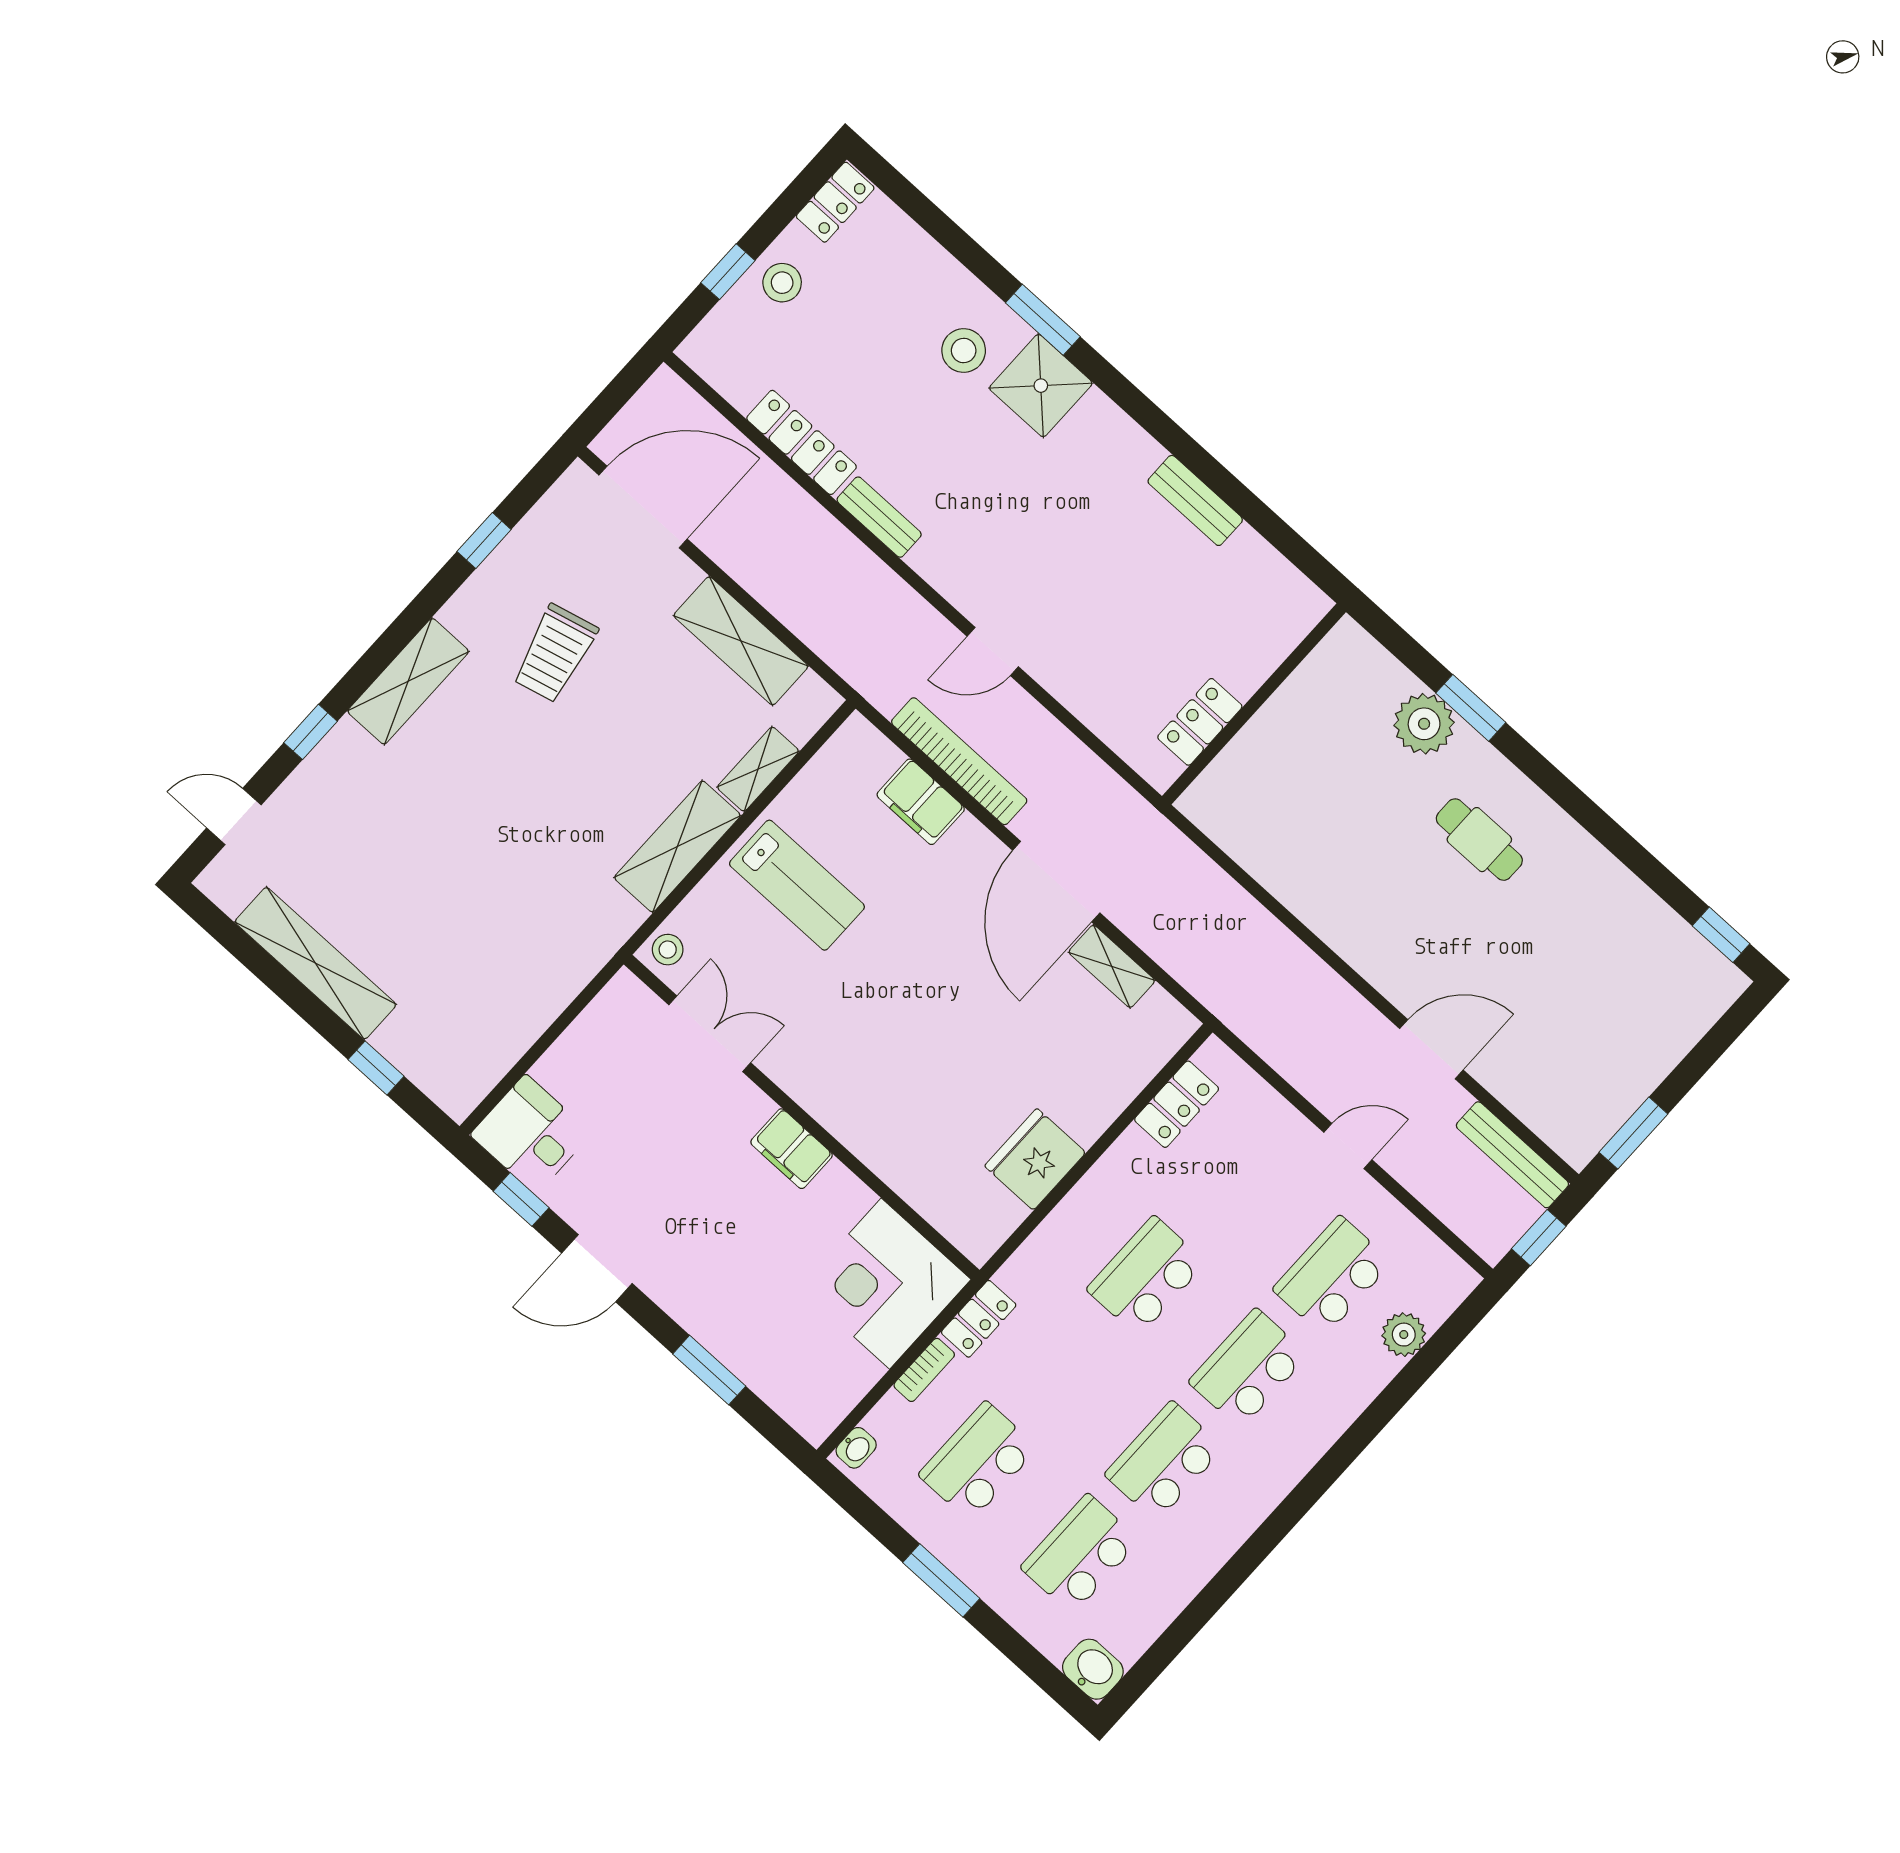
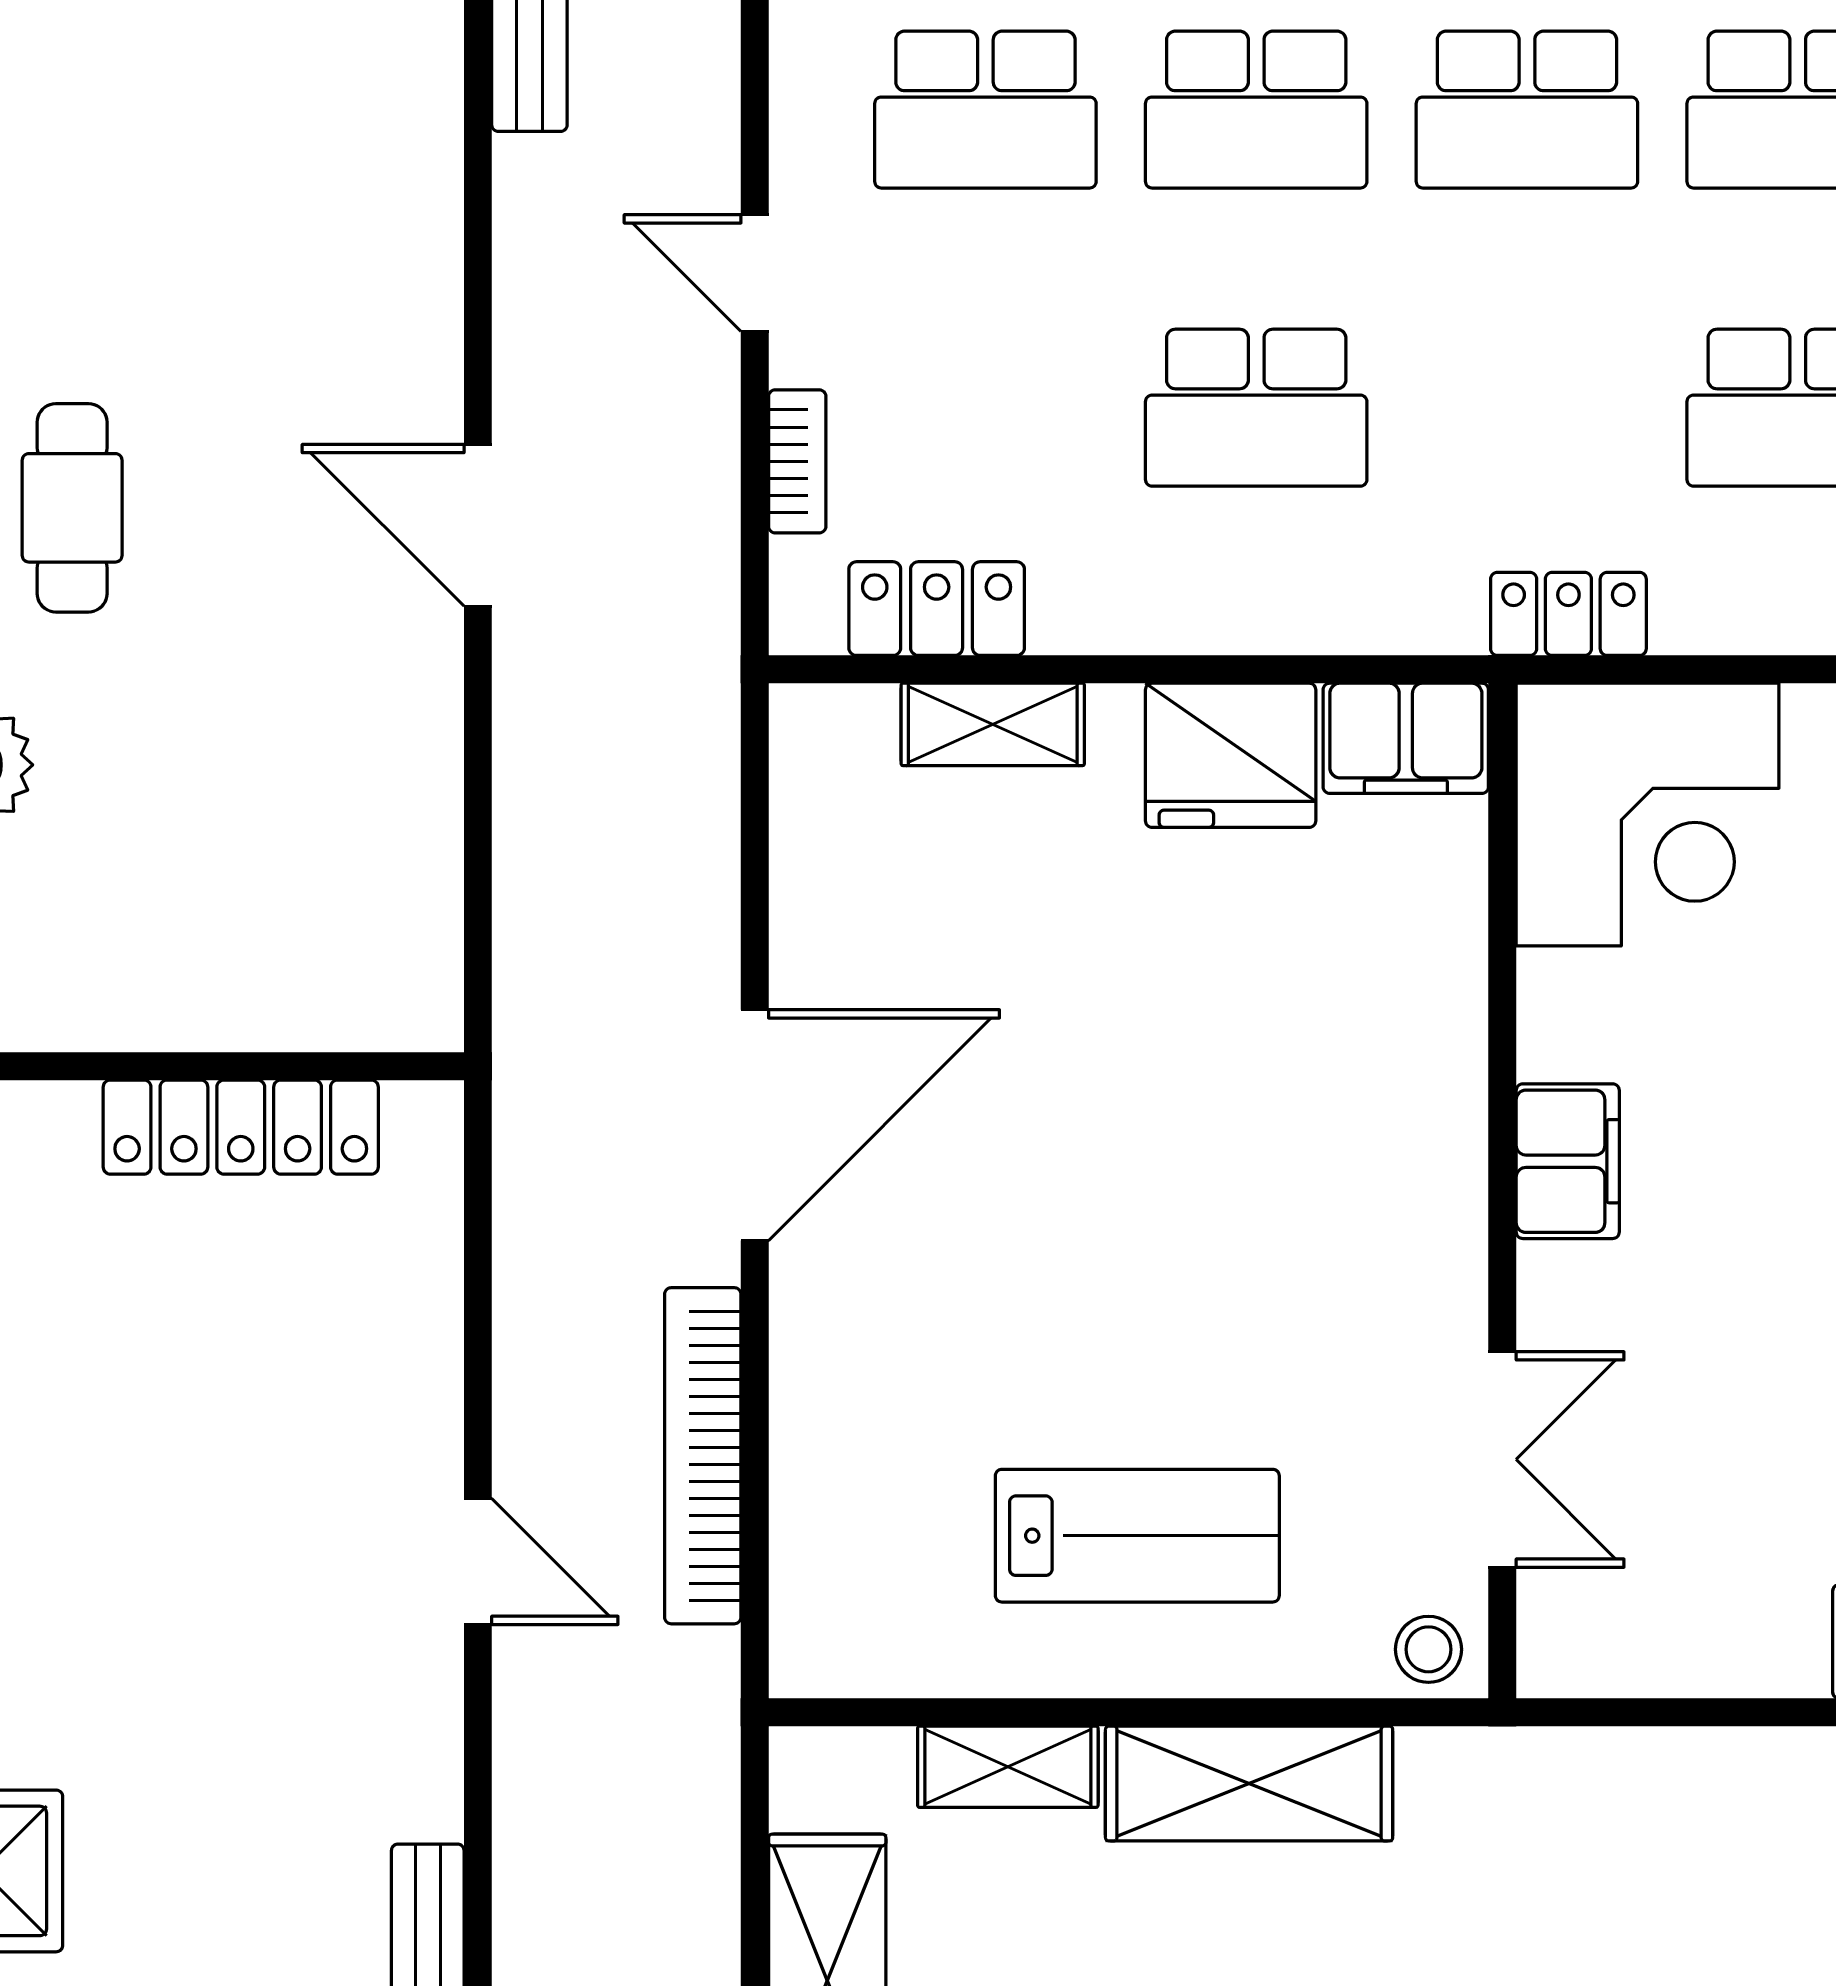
locker: (1200, 722) -> (241, 1127), width x1.53
filing cabinet: (921, 802) -> (1406, 738), moved, turned 90
lab bench: (797, 885) -> (1137, 1536), turned 90
shelving: (1112, 966) -> (993, 724), moved, turned 90
double door: (710, 1034) -> (1502, 1459), swing flipped
door: (1431, 1049) -> (478, 525), moved
bookcase: (924, 1370) -> (797, 461), moved, turned 90

